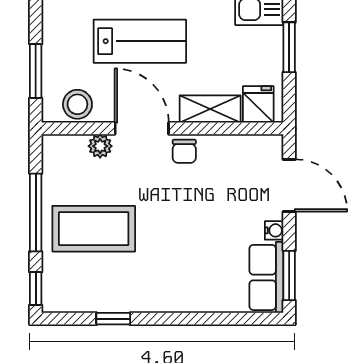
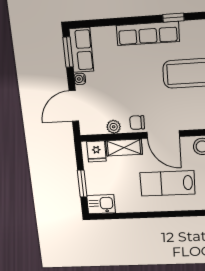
plant: (100, 146) -> (114, 127), moved
chair: (184, 151) -> (137, 123), turned -90
door: (289, 185) -> (74, 106), hinge flipped
row of seats: (156, 297) -> (148, 33), added

